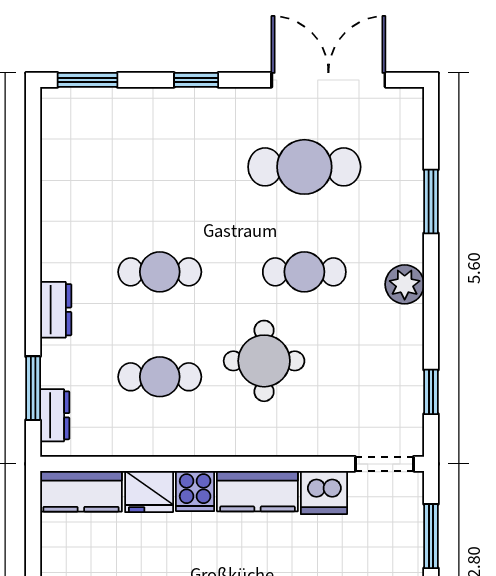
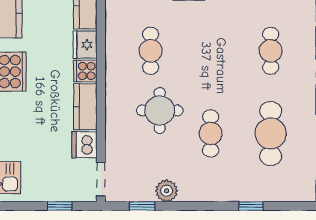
window: (431, 201) -> (251, 206), width x0.67
cafe table: (160, 272) -> (271, 51), moved
plant: (405, 284) -> (167, 191), moved
window: (431, 536) -> (60, 206), width x0.67

